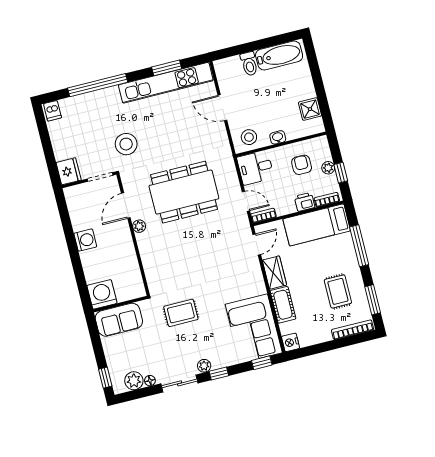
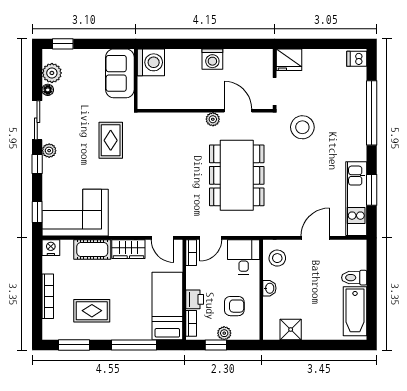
kitchen unit: (166, 83) -> (356, 199), width x0.73
bookcase: (353, 330) -> (48, 296), moved

